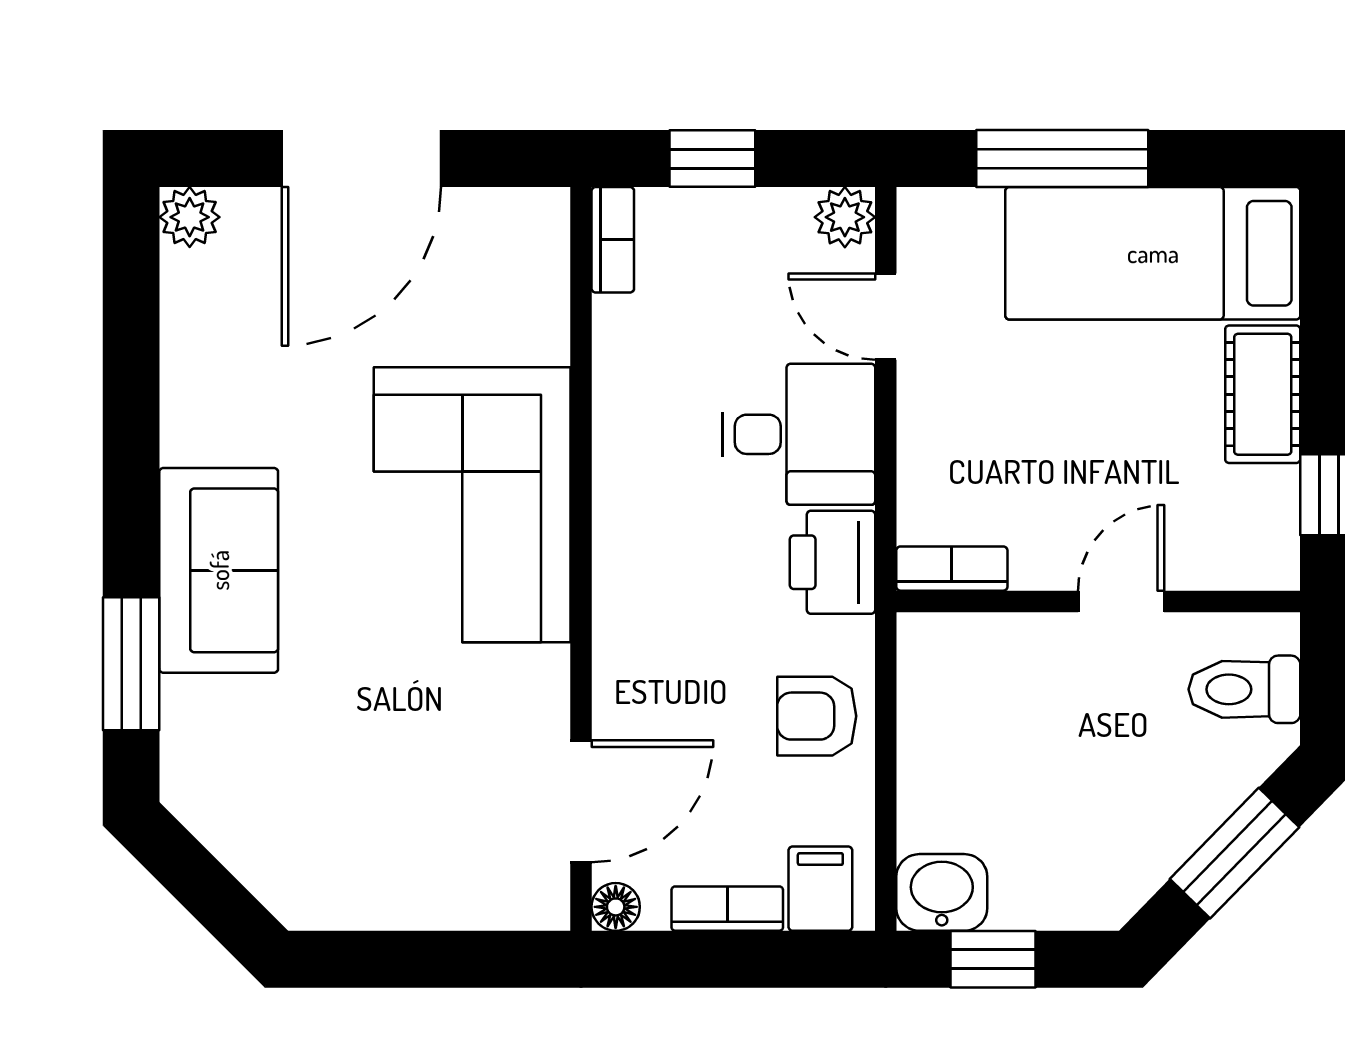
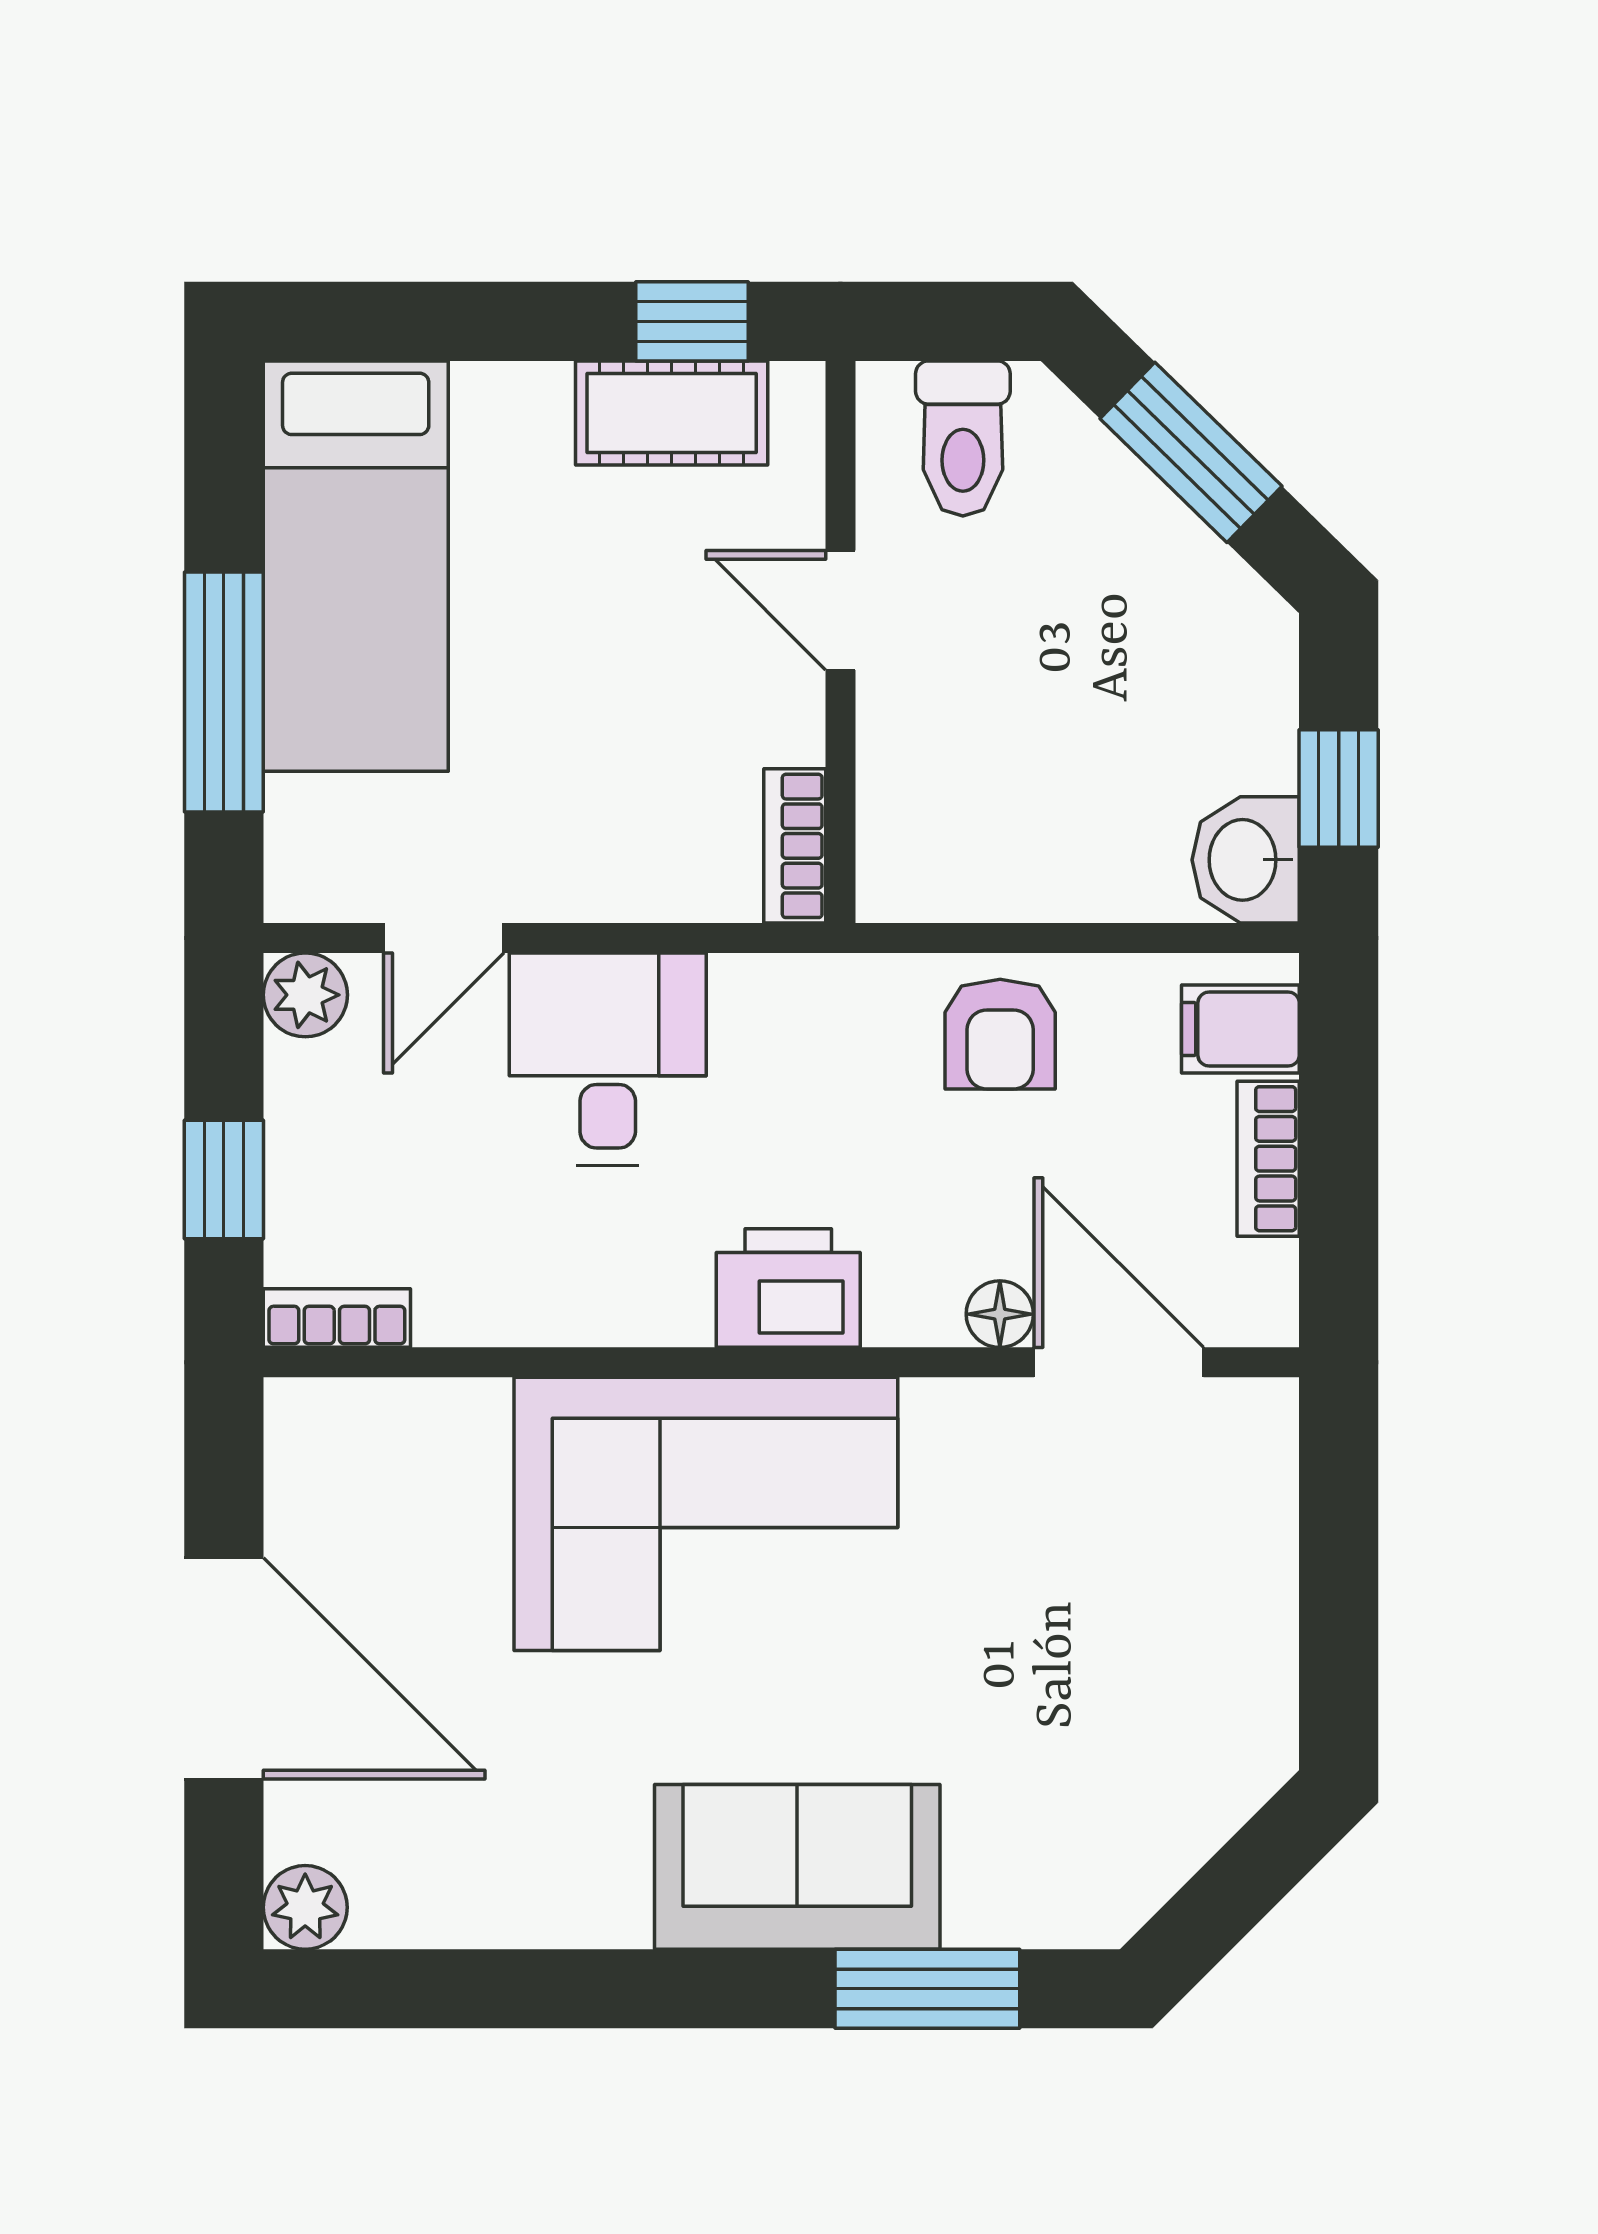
cot: (1263, 394) -> (672, 413), moved
printer: (832, 562) -> (788, 1288), moved, turned 180
floor lamp: (616, 907) -> (1000, 1314), moved

